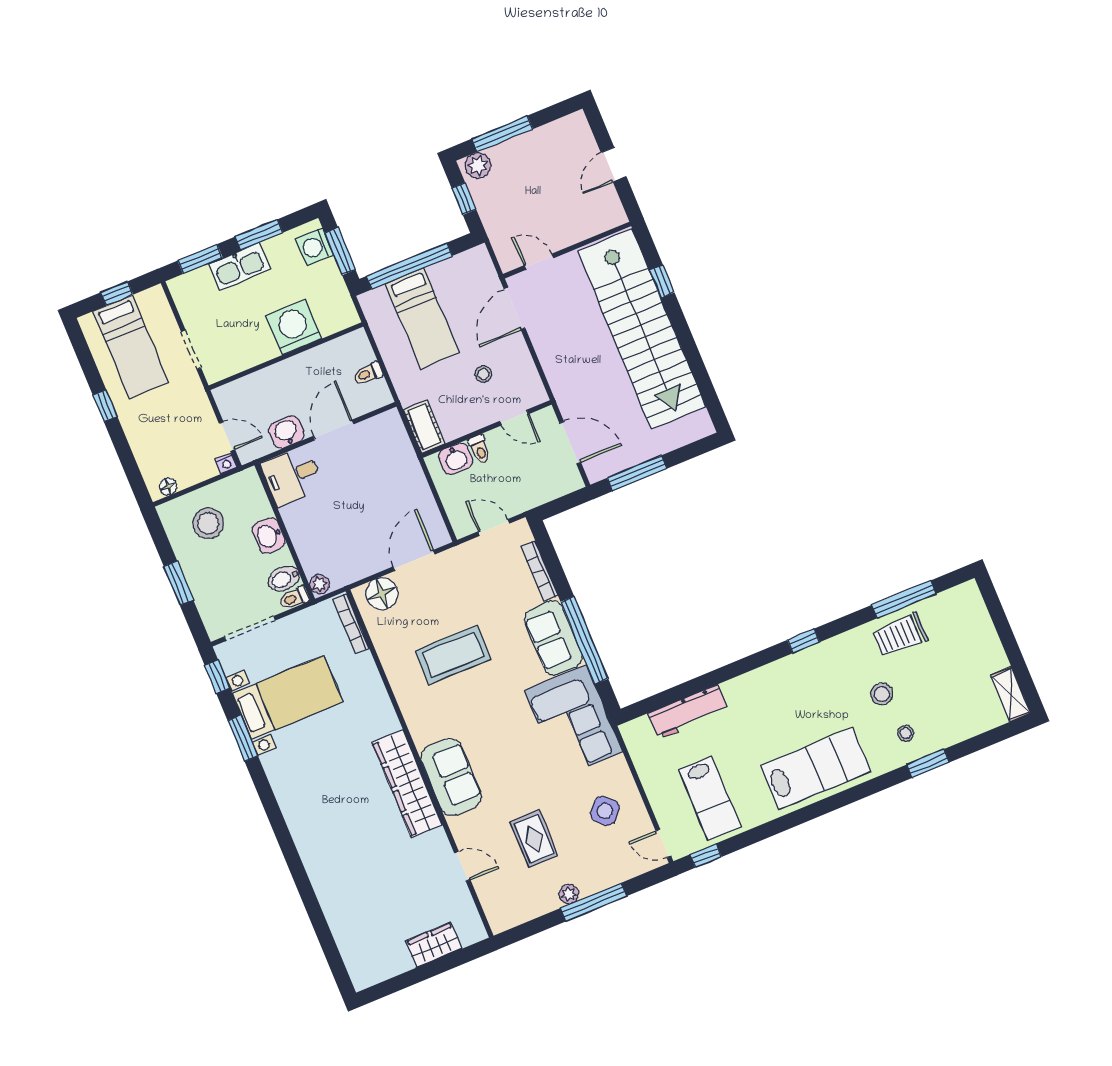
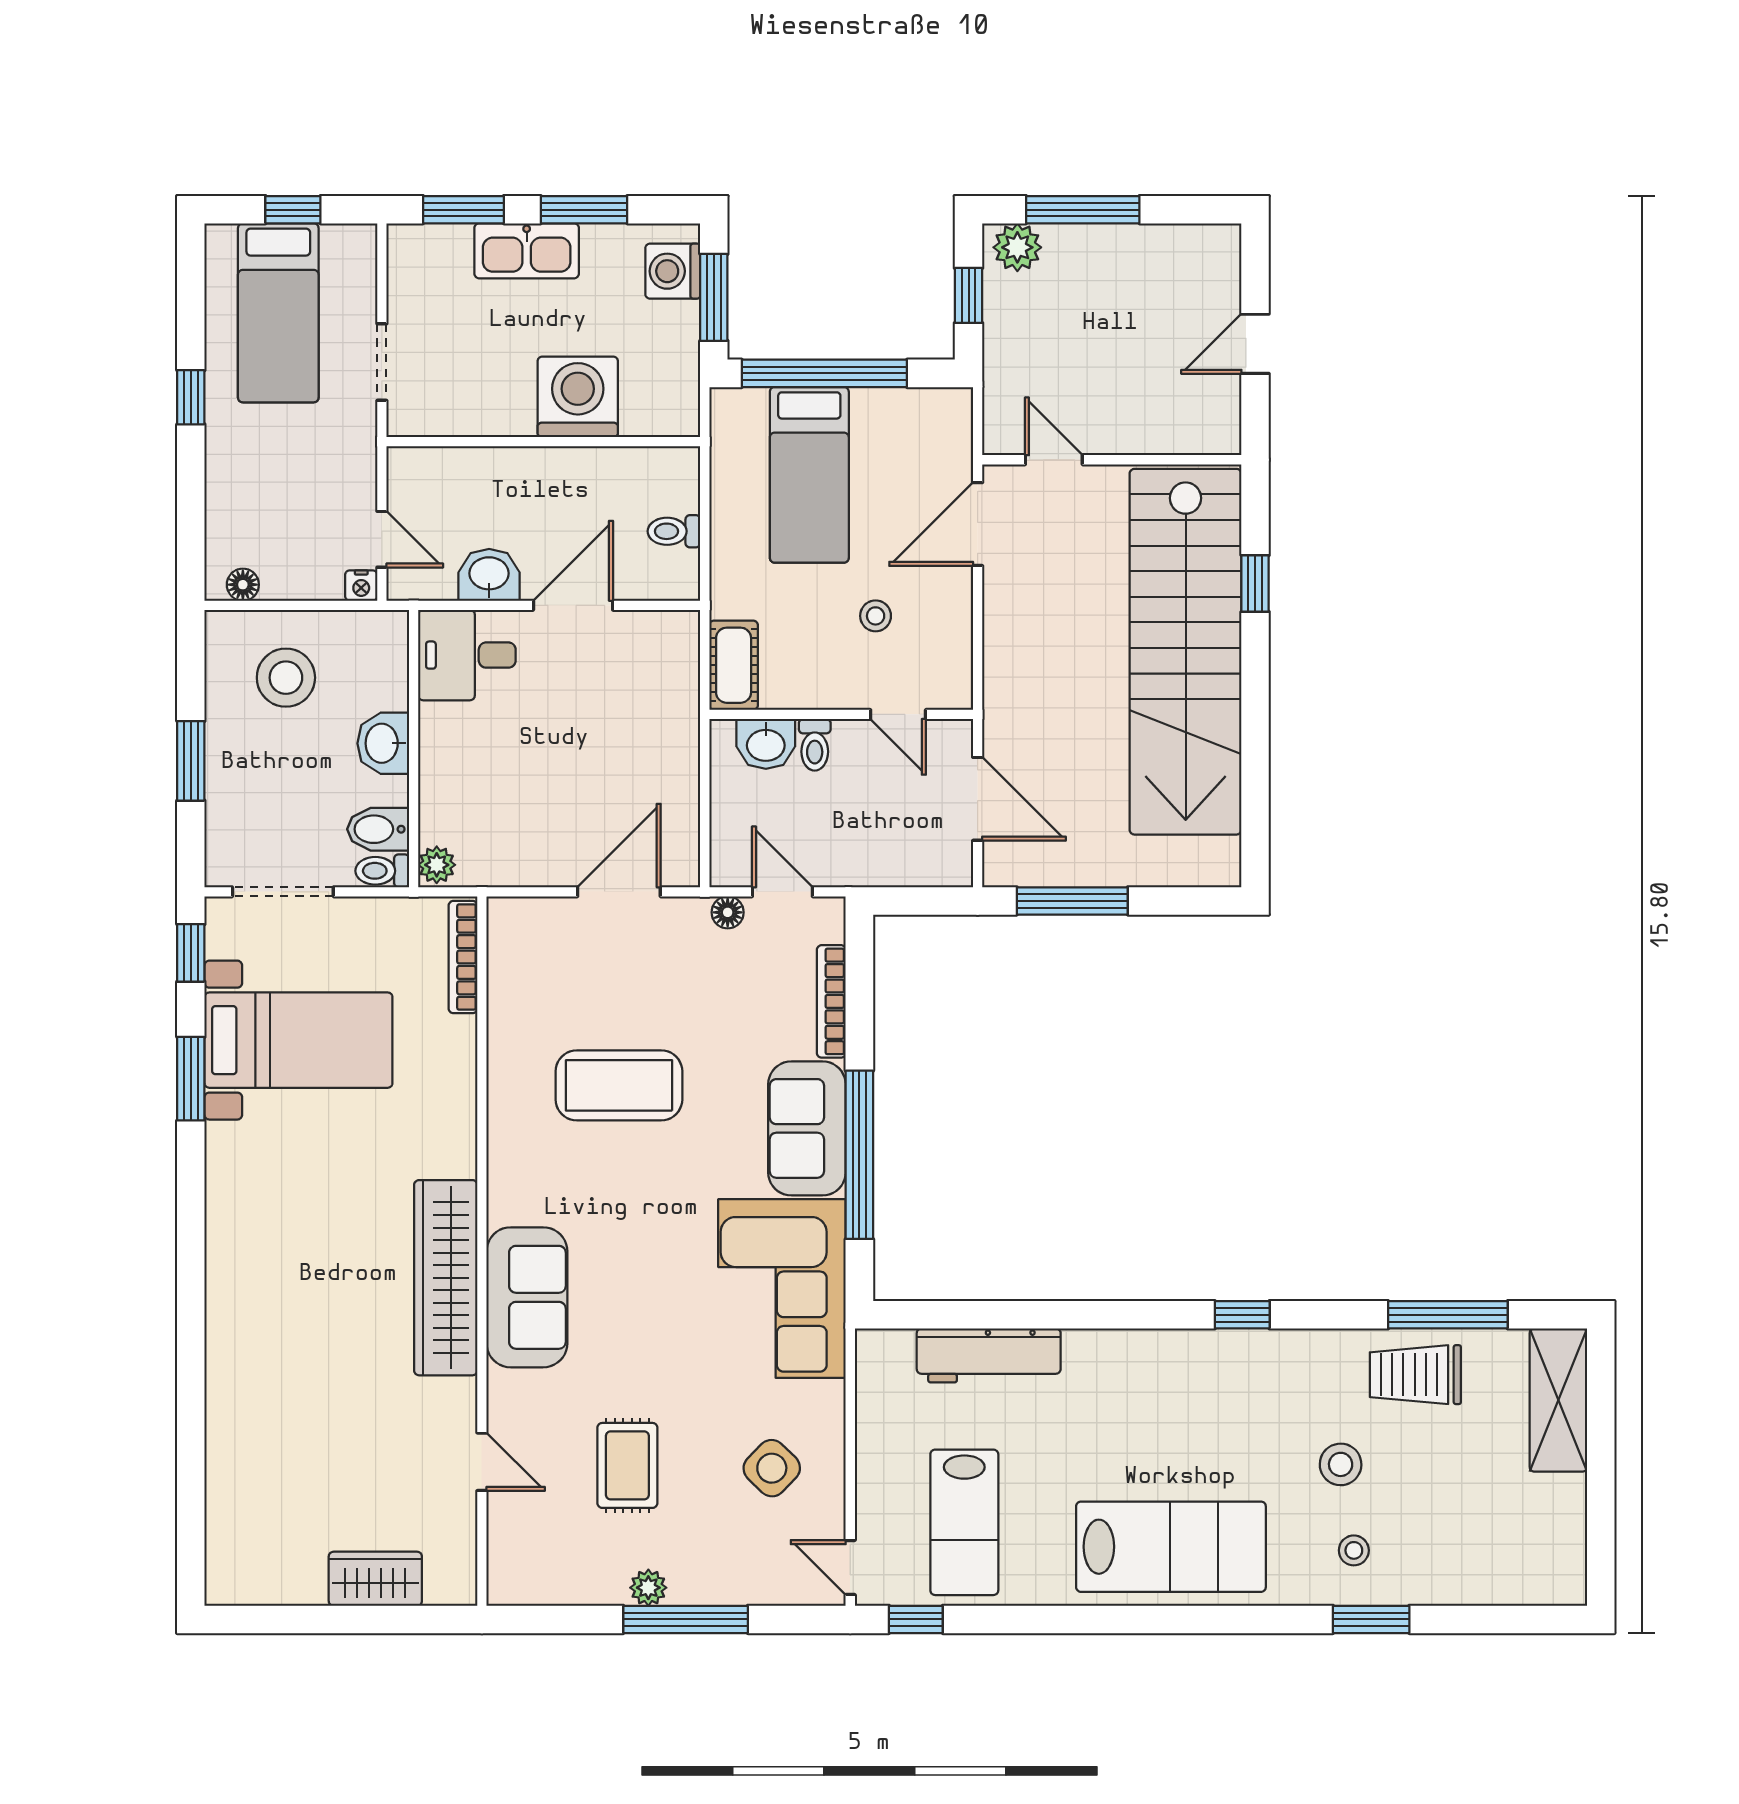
floor lamp: (382, 594) -> (728, 912), moved, width x0.53, depth x0.53
shelving: (1011, 694) -> (1558, 1400), moved, width x1.50, depth x1.33

